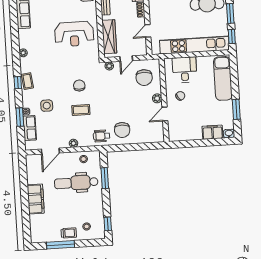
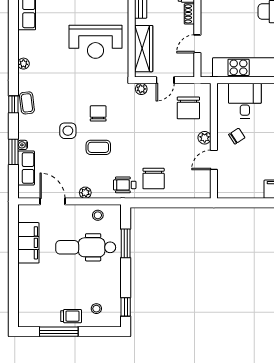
side table: (47, 106) -> (68, 131), moved
door: (50, 151) -> (53, 201), swing flipped
filing cabinet: (36, 199) -> (28, 243), moved

